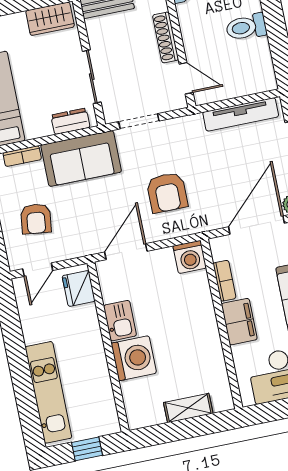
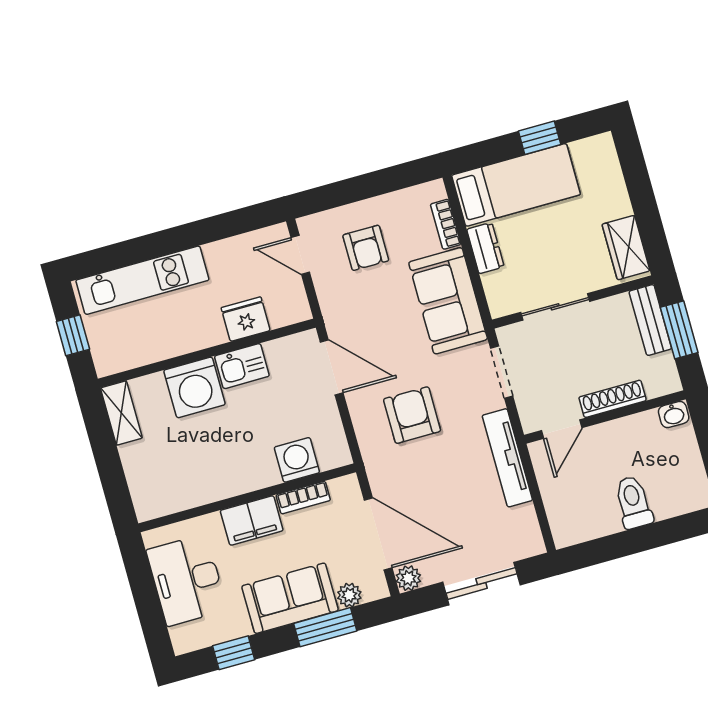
tv unit: (241, 114) -> (507, 458), moved
dresser: (70, 121) -> (485, 248), moved
armchair: (167, 192) -> (412, 415), turned 90
armchair: (36, 219) -> (366, 248), turned -97
washing machine: (190, 257) -> (297, 460), moved, turned 90
fridge: (79, 289) -> (246, 319), moved
shelving: (188, 408) -> (121, 413), moved

